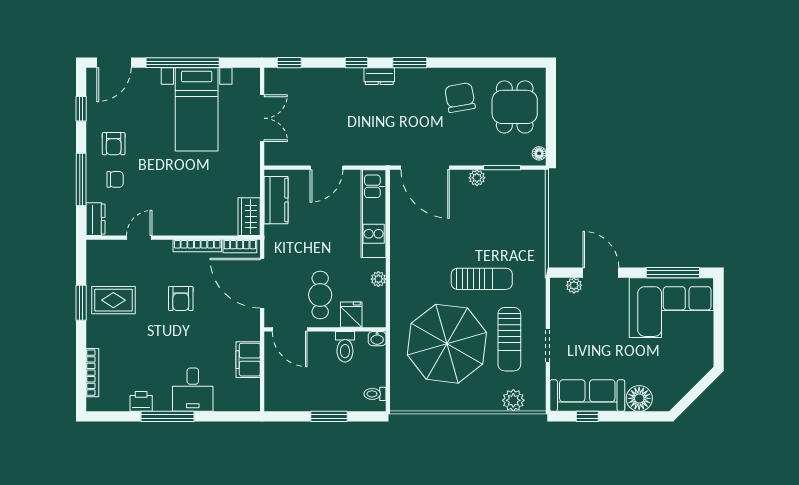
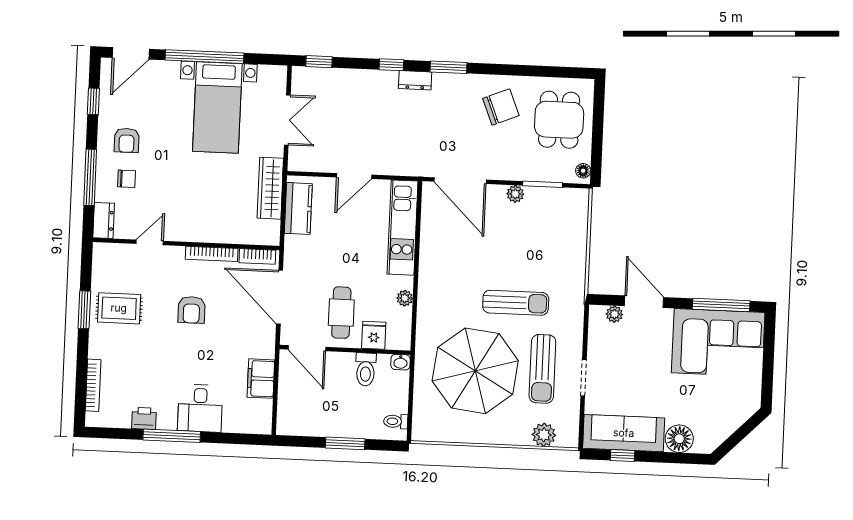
chair: (460, 98) -> (501, 107), turned 78
wardrobe: (249, 217) -> (270, 188), moved, width x1.50

